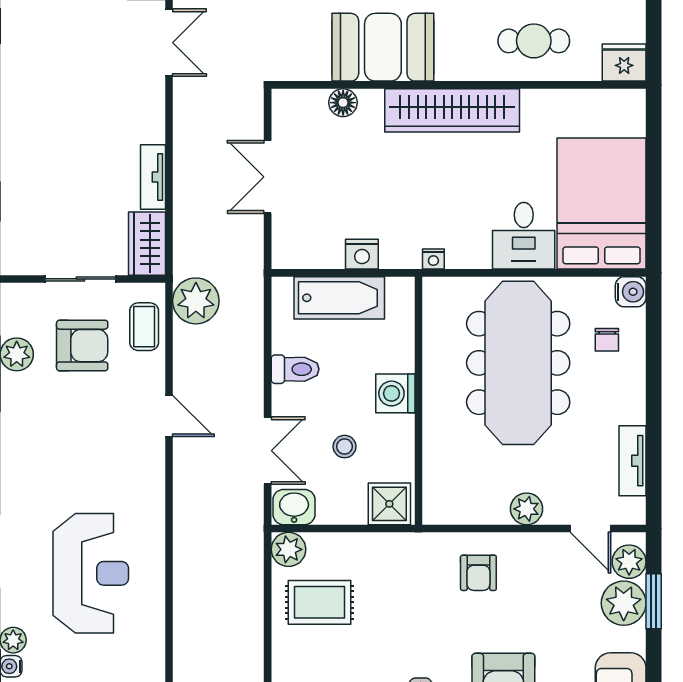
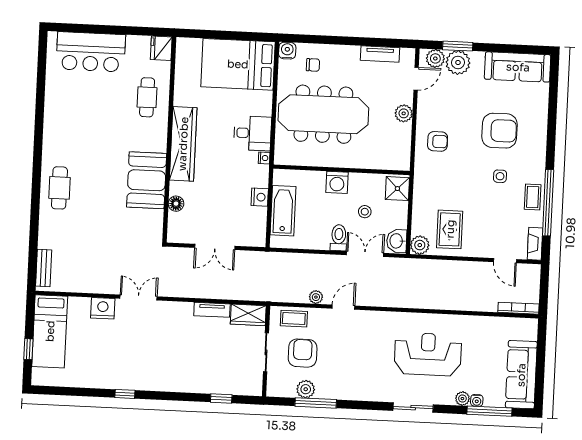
desk: (524, 236) -> (253, 133), moved
plant: (196, 301) -> (316, 297), moved, width x0.53, depth x0.53
toilet: (295, 369) -> (339, 238), moved

